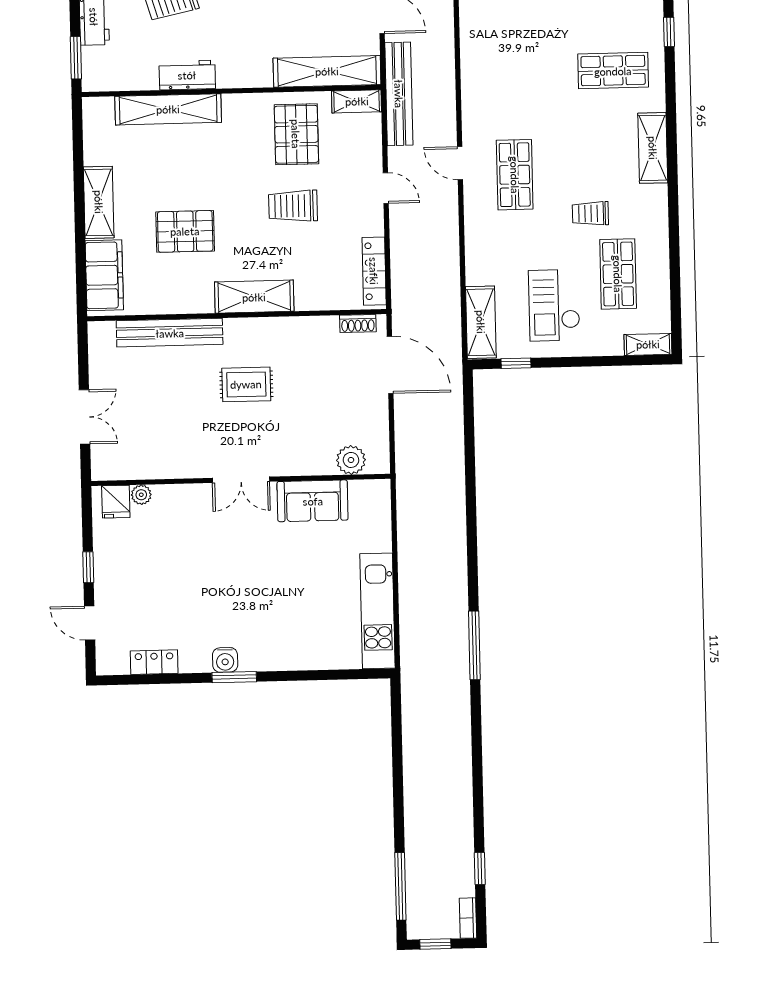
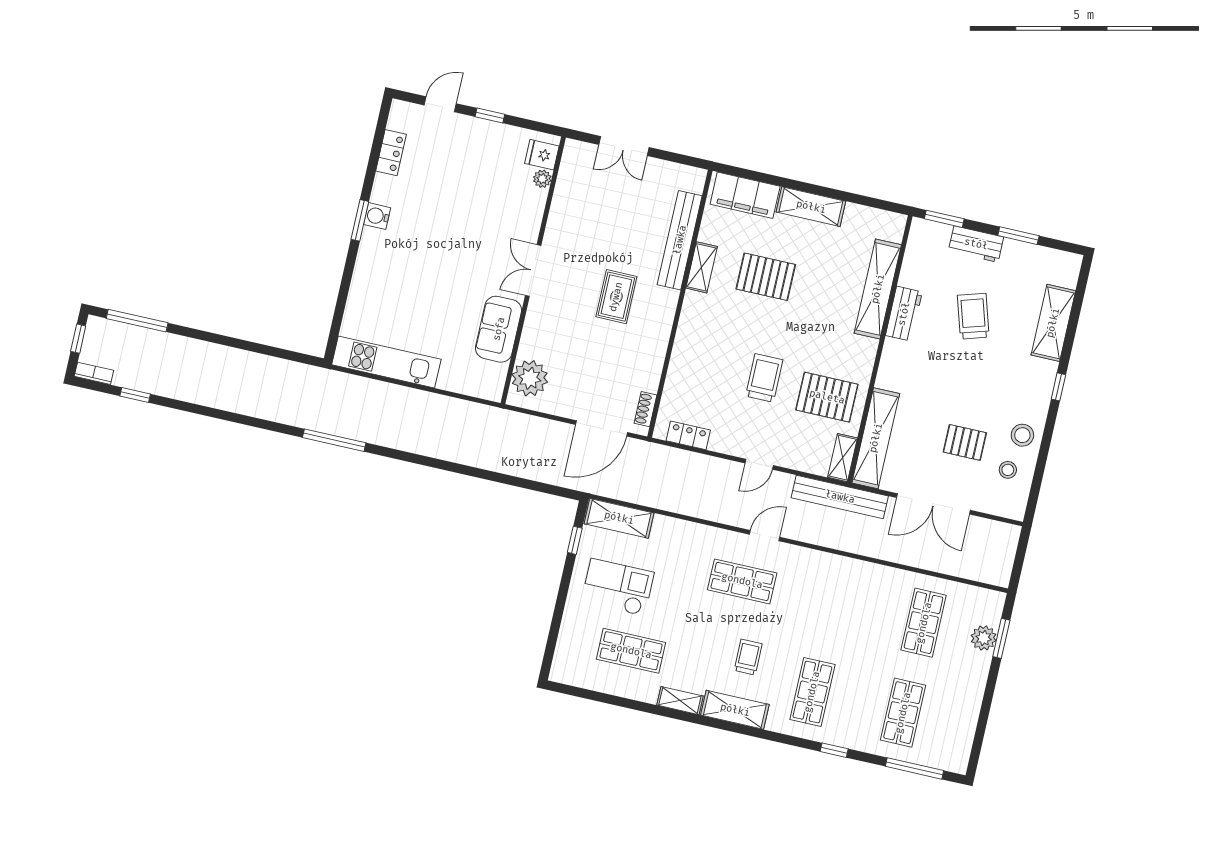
trolley: (590, 213) -> (748, 657), moved
pallet: (185, 231) -> (766, 277), turned 90
locker: (374, 271) -> (688, 435), width x0.66
shelving: (254, 297) -> (702, 267), moved, width x0.67, depth x0.75
shelving: (648, 344) -> (680, 701), moved, turned 90
plant: (351, 460) -> (530, 378), width x1.36, depth x1.36

